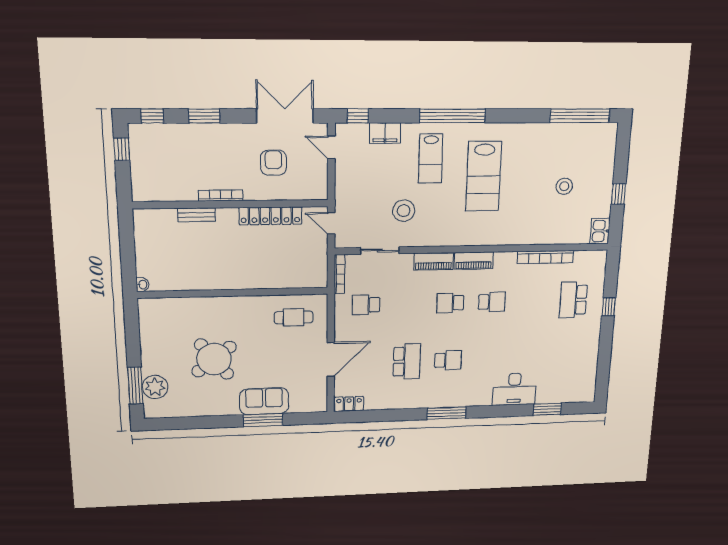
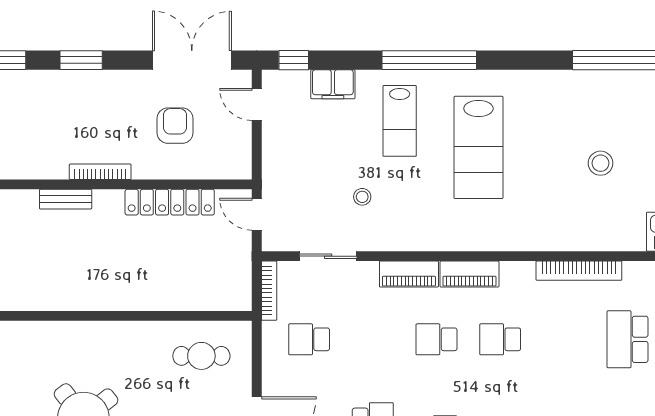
stool: (404, 211) -> (362, 197), width x0.53, depth x0.53
school desk: (492, 302) -> (500, 339), turned 180

